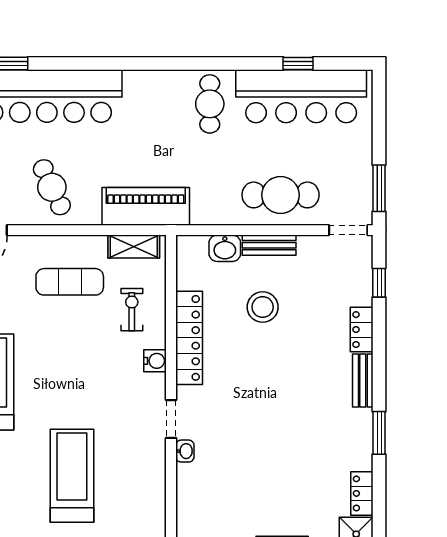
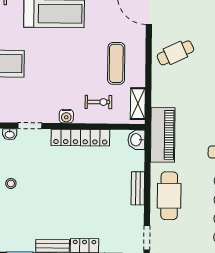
piano: (146, 206) -> (163, 135), moved
washbasin: (225, 248) -> (136, 140), moved
stool: (263, 307) -> (11, 184), moved, width x0.53, depth x0.53

